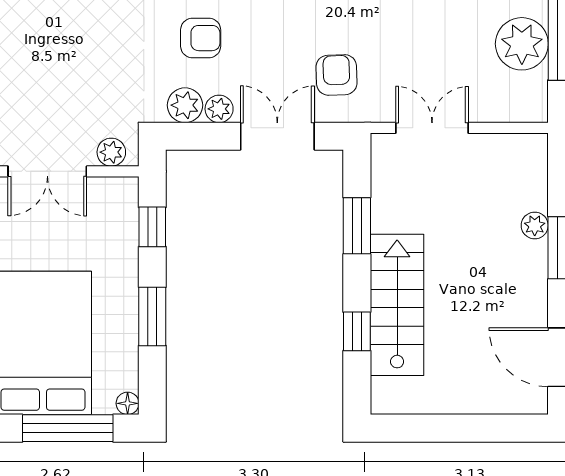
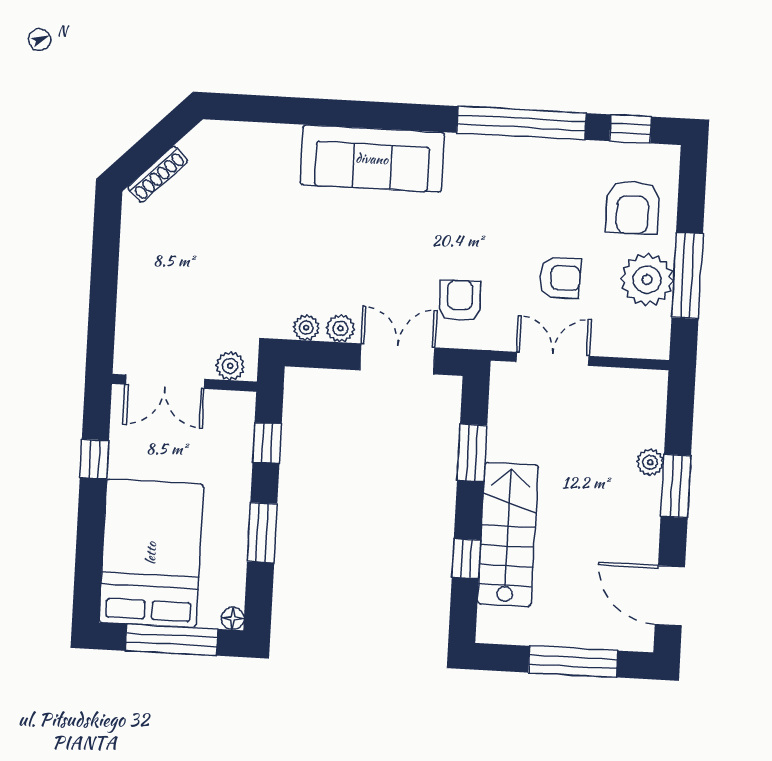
armchair: (201, 38) -> (560, 278), moved
plant: (185, 105) -> (306, 328), width x0.73, depth x0.73
window: (469, 428) -> (573, 662), added

